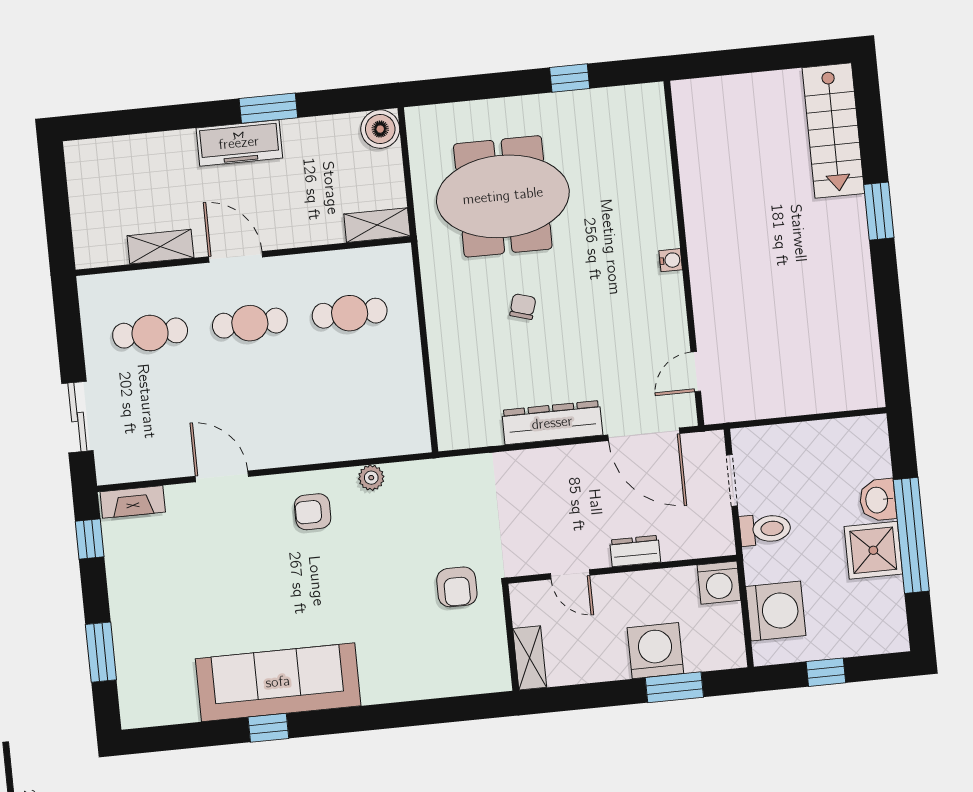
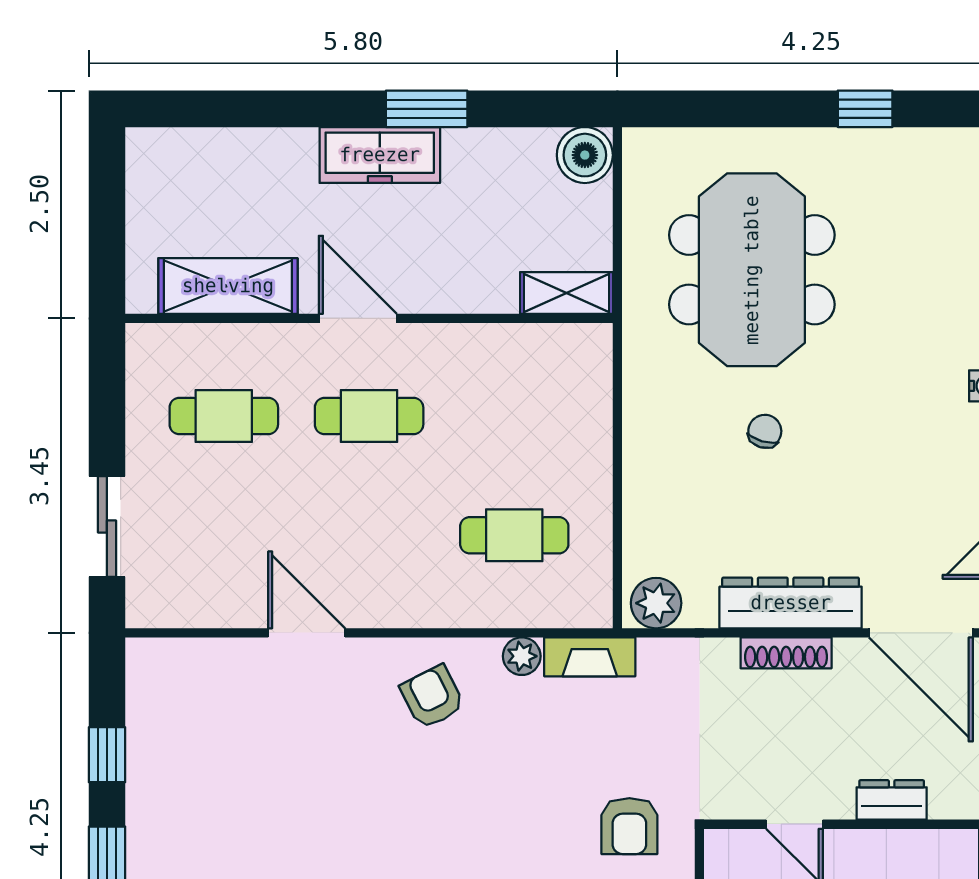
meeting table: (503, 196) -> (752, 270), turned 90
shelving: (160, 247) -> (228, 286), width x1.50, depth x1.33
cafe table: (350, 313) -> (514, 535), moved
plant: (460, 432) -> (656, 603), added
shoe rack: (553, 457) -> (786, 653), added
fireplace: (133, 502) -> (590, 657), moved
armchair: (313, 512) -> (432, 697), turned 63
window: (90, 539) -> (107, 755), moved

